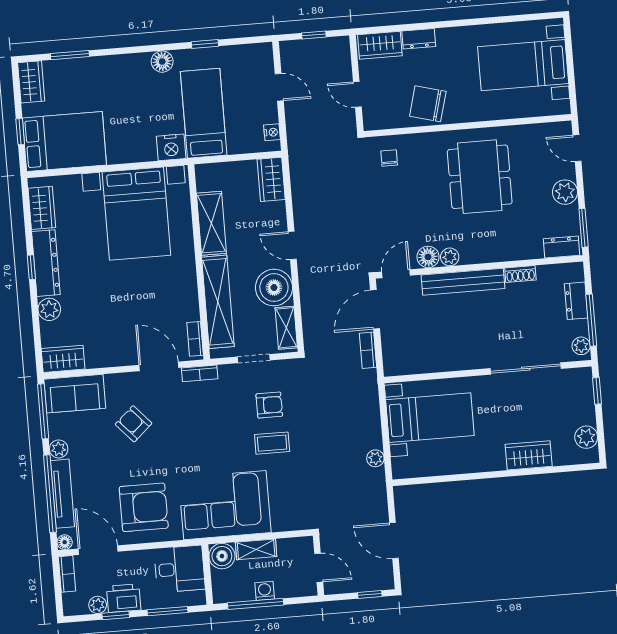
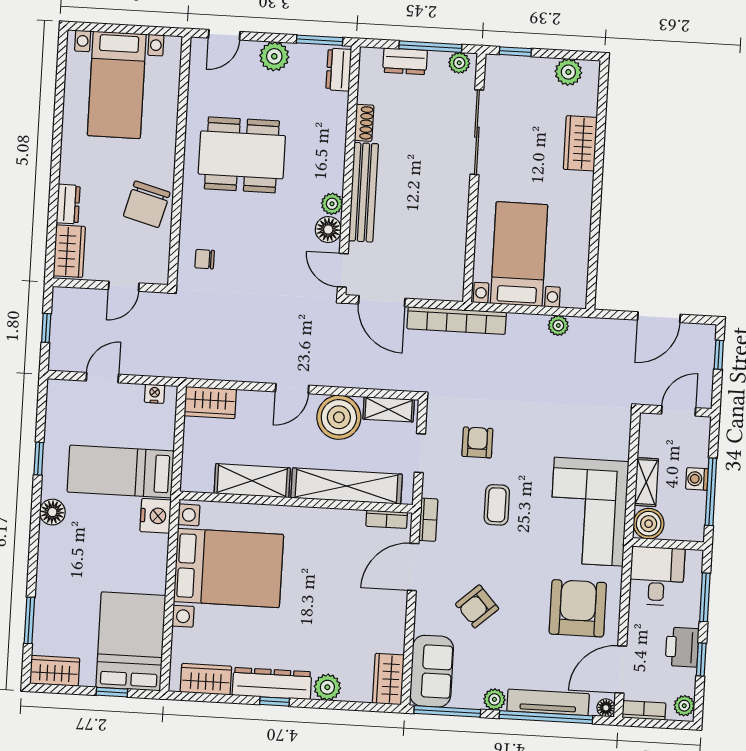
bookcase: (368, 350) -> (457, 321), width x2.31, depth x1.31
coffee table: (272, 443) -> (497, 505), moved
plant: (98, 605) -> (684, 706), moved

